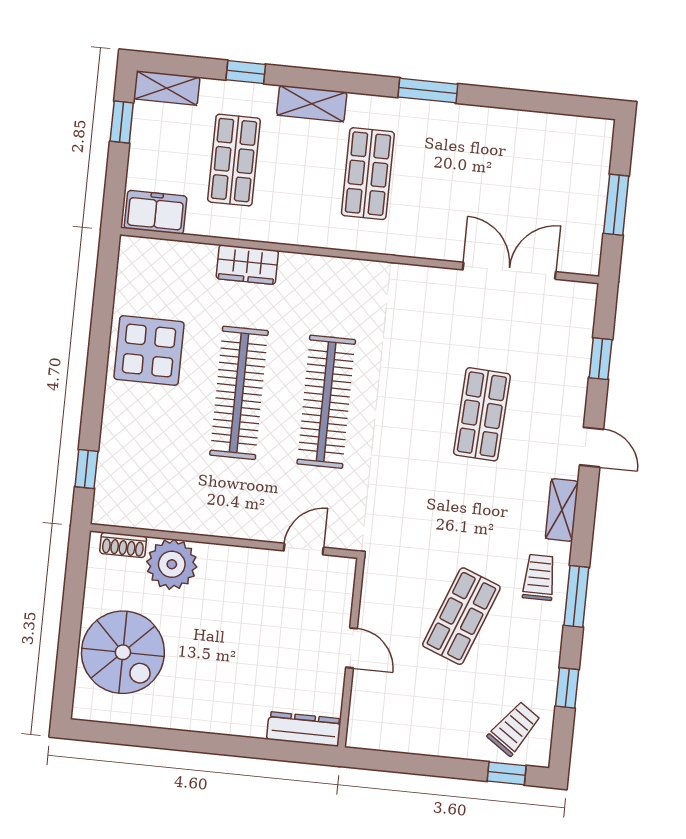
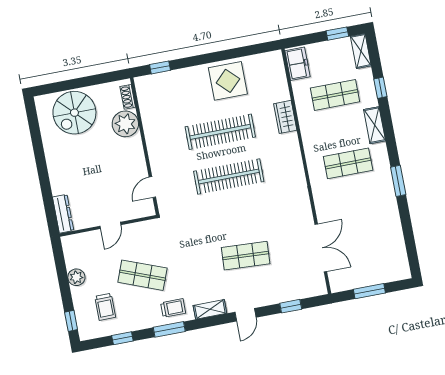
door: (304, 549) -> (152, 187), swing flipped
trolley: (514, 728) -> (105, 307), moved, turned 55
plant: (429, 739) -> (76, 277), added

